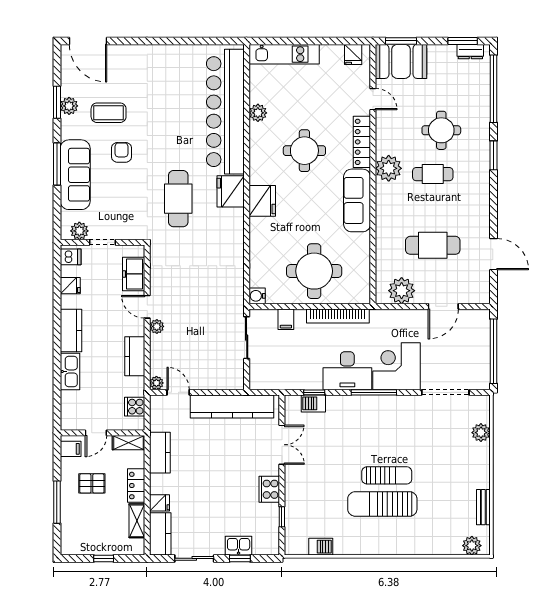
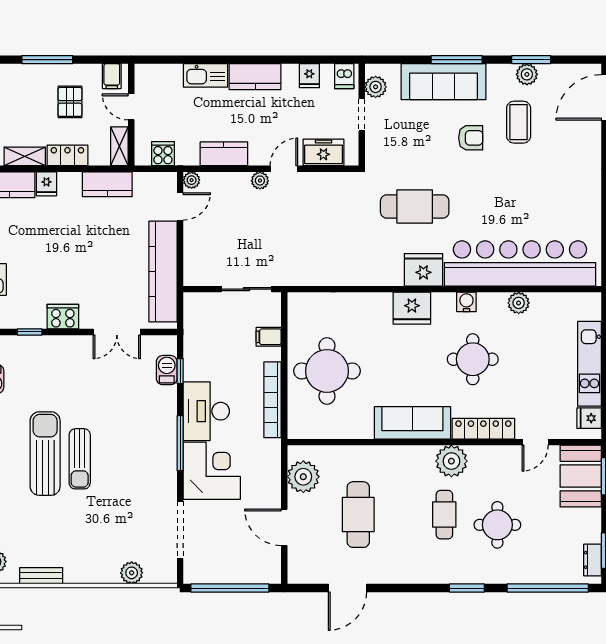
kitchen unit: (284, 54) -> (590, 364), moved
water cooler: (257, 296) -> (466, 302), moved

